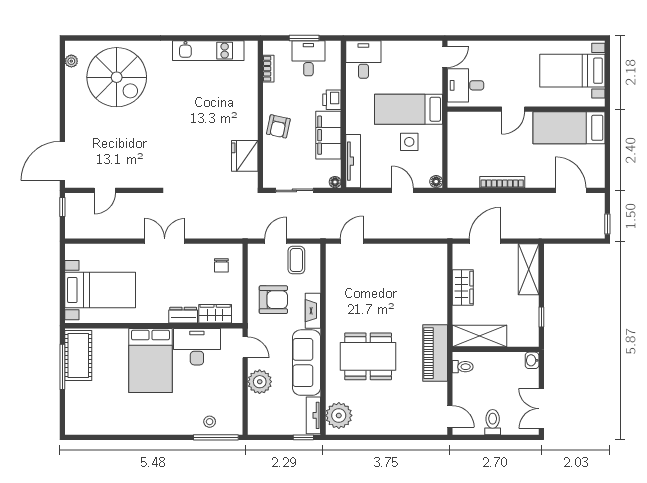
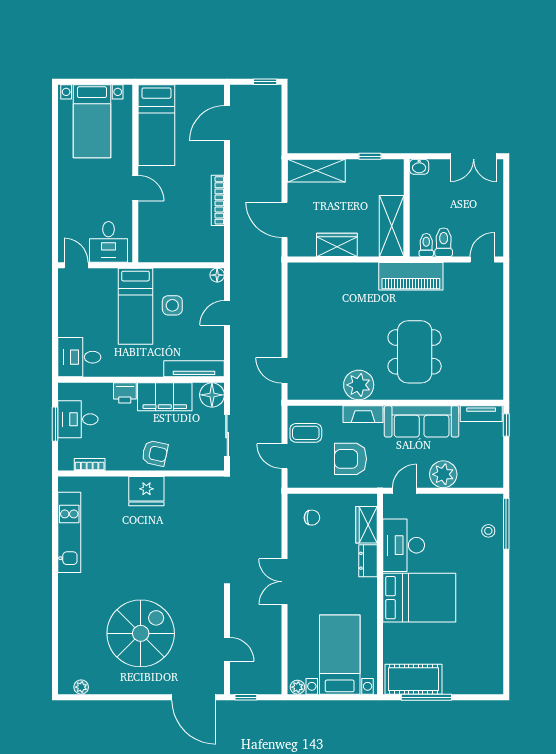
spiral stairs: (117, 77) -> (141, 633), moved
fridge: (245, 156) -> (146, 491), moved
floor lamp: (335, 182) -> (212, 395), width x1.89, depth x1.89
plant: (71, 253) -> (297, 687), added
armchair: (273, 300) -> (351, 459), turned -90
plant: (339, 415) -> (359, 385), moved
toilet: (493, 422) -> (444, 242), moved, turned 90

